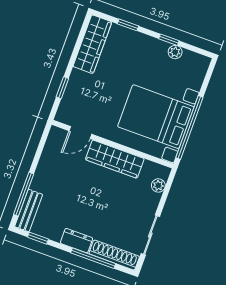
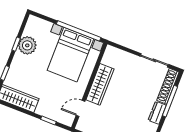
plant: (175, 52) -> (27, 45), width x1.87, depth x1.87
door: (80, 132) -> (80, 108), swing flipped
plant: (158, 185) -> (119, 54), removed

